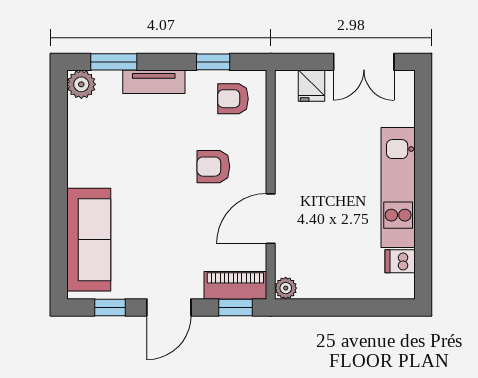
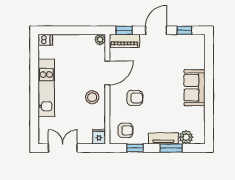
window: (114, 62) -> (171, 148), moved
plant: (81, 84) -> (186, 137), moved
fridge: (312, 86) -> (99, 137), moved
stool: (302, 168) -> (92, 97), added
sofa: (89, 240) -> (195, 88), moved, width x0.73
dishwasher: (400, 261) -> (45, 40), moved

